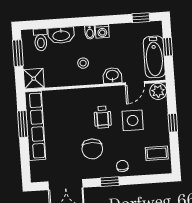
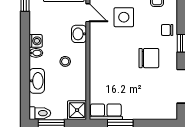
toilet: (41, 40) -> (40, 113), moved
wheelchair: (103, 117) -> (119, 46), removed
row of seats: (35, 126) -> (106, 112), width x0.50

